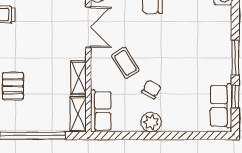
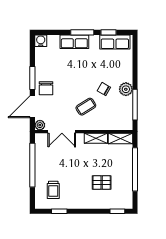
double door: (88, 27) -> (62, 132), swing flipped
row of seats: (101, 111) -> (74, 42), moved, turned 180
window: (128, 136) -> (135, 105), added

